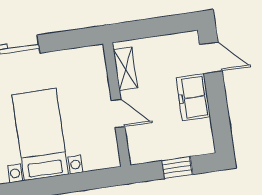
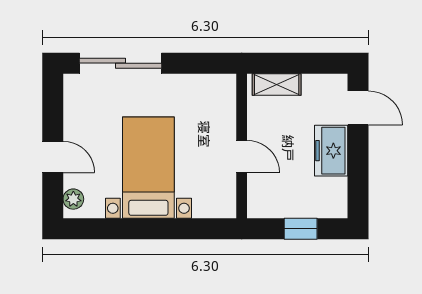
shelving: (125, 69) -> (277, 84), moved, turned 90

